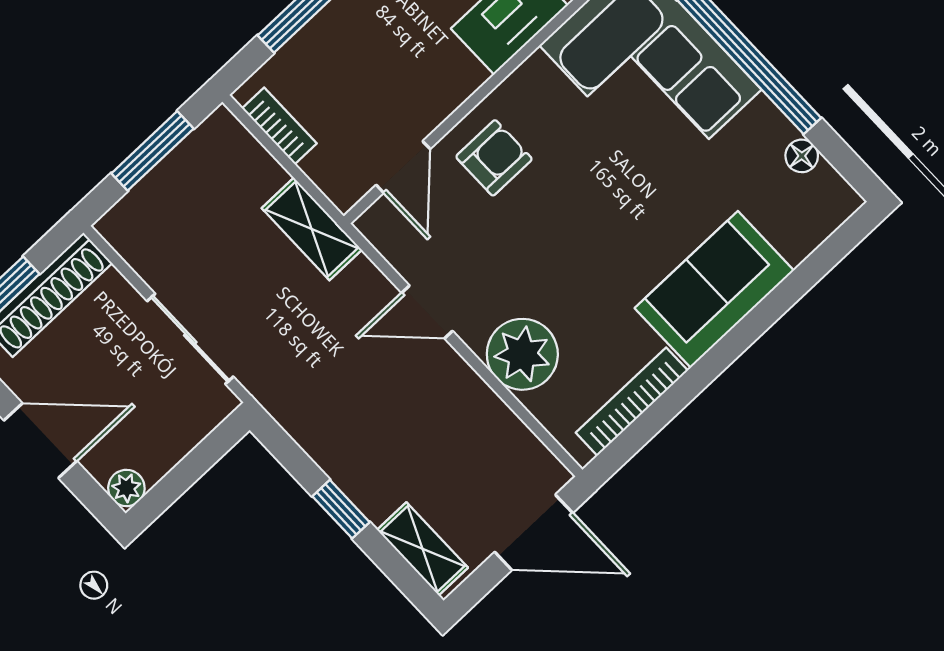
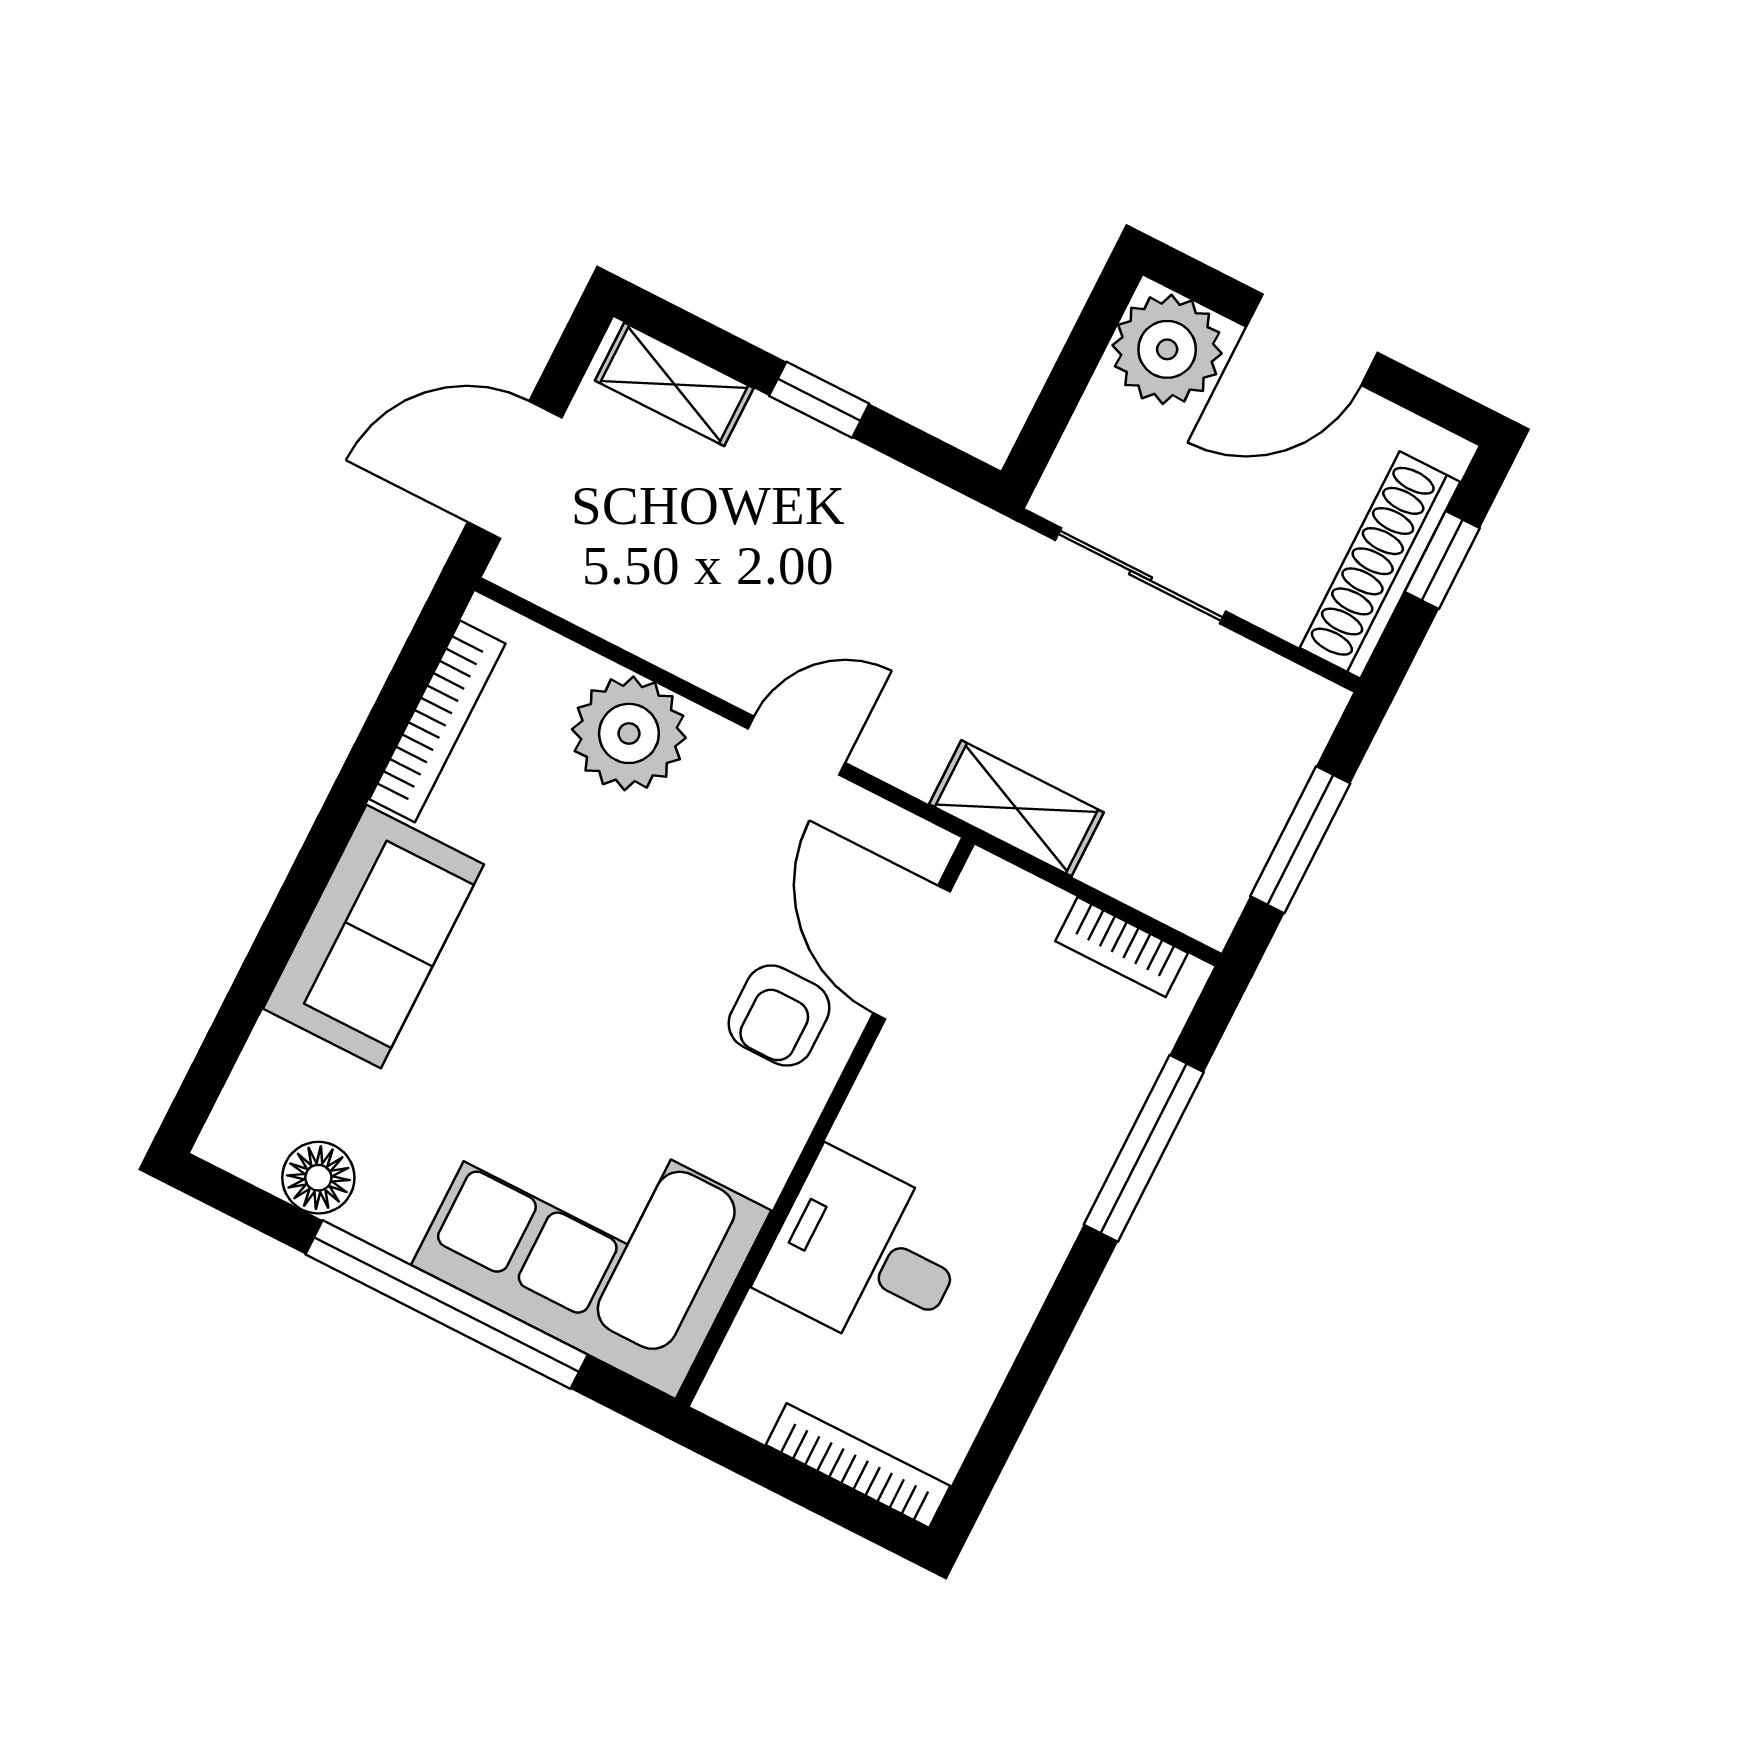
floor lamp: (802, 156) -> (318, 1178), width x1.37, depth x1.37
door: (403, 167) -> (912, 952), width x1.38
plant: (126, 488) -> (1167, 349), width x1.88, depth x1.88

